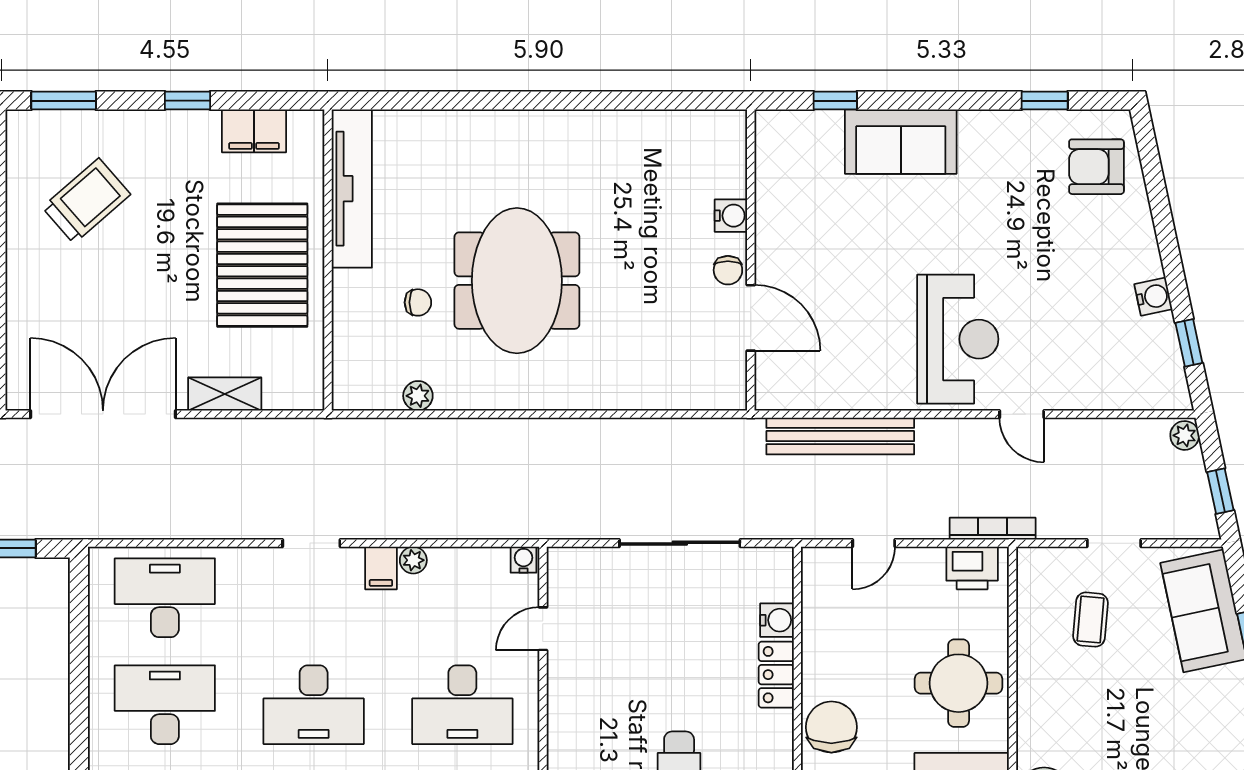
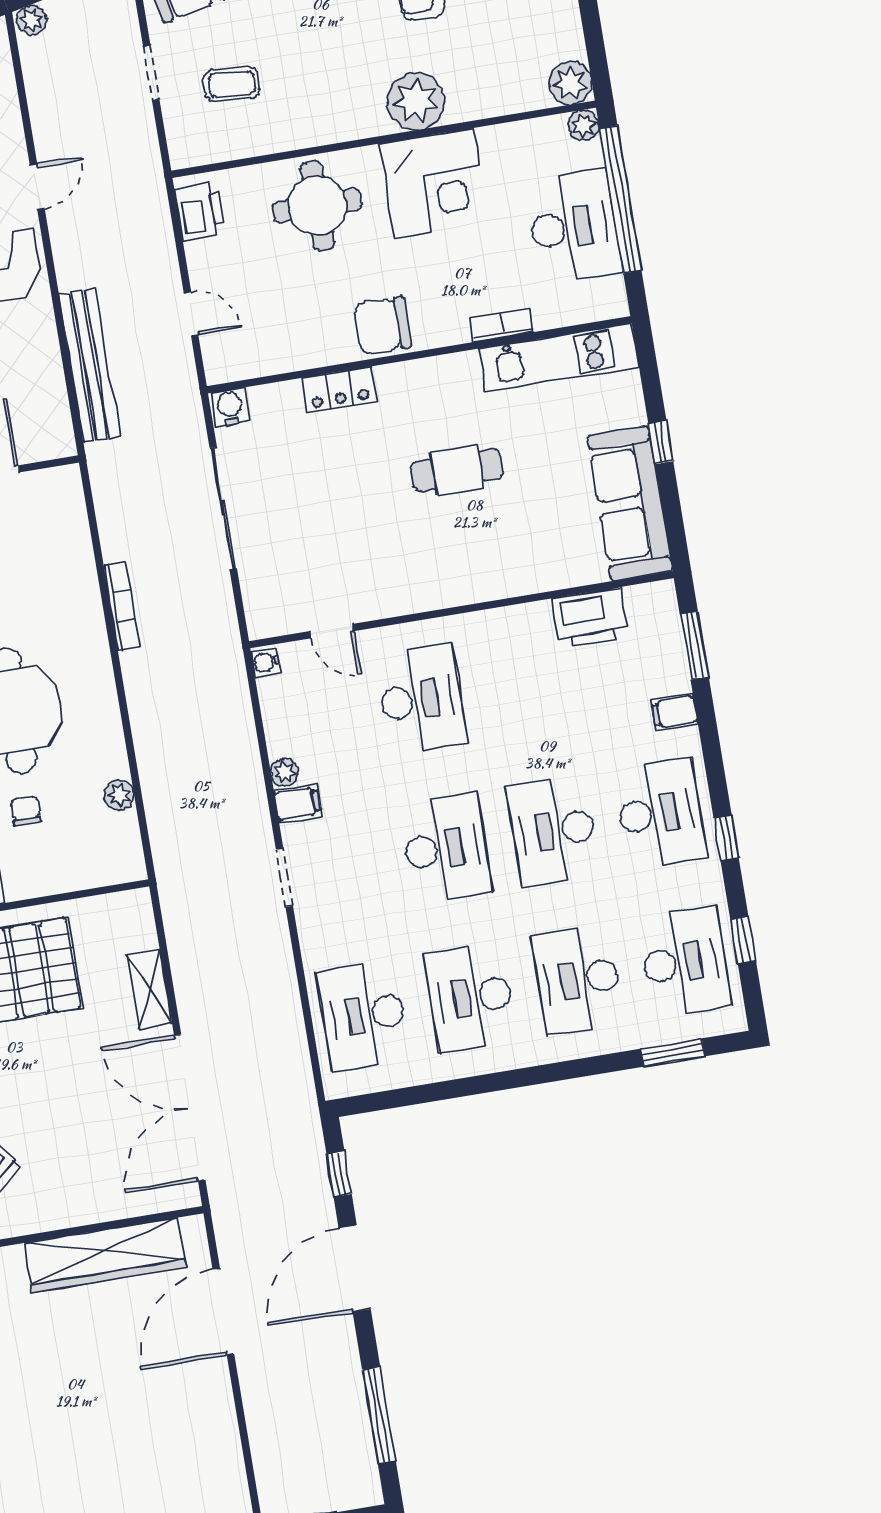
bookcase: (993, 529) -> (122, 606), moved, turned 180
water cooler: (777, 620) -> (230, 407), moved

